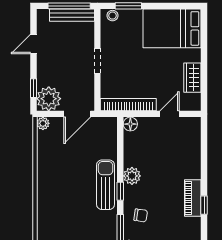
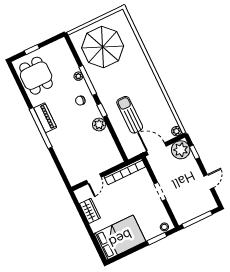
bench: (72, 15) -> (192, 214), removed
door: (77, 114) -> (156, 149), hinge flipped
floor lamp: (130, 124) -> (117, 159), removed
sun lounger: (106, 185) -> (130, 115), moved, turned 180
piano: (193, 198) -> (45, 118), moved
window: (204, 205) -> (41, 128), width x3.17

